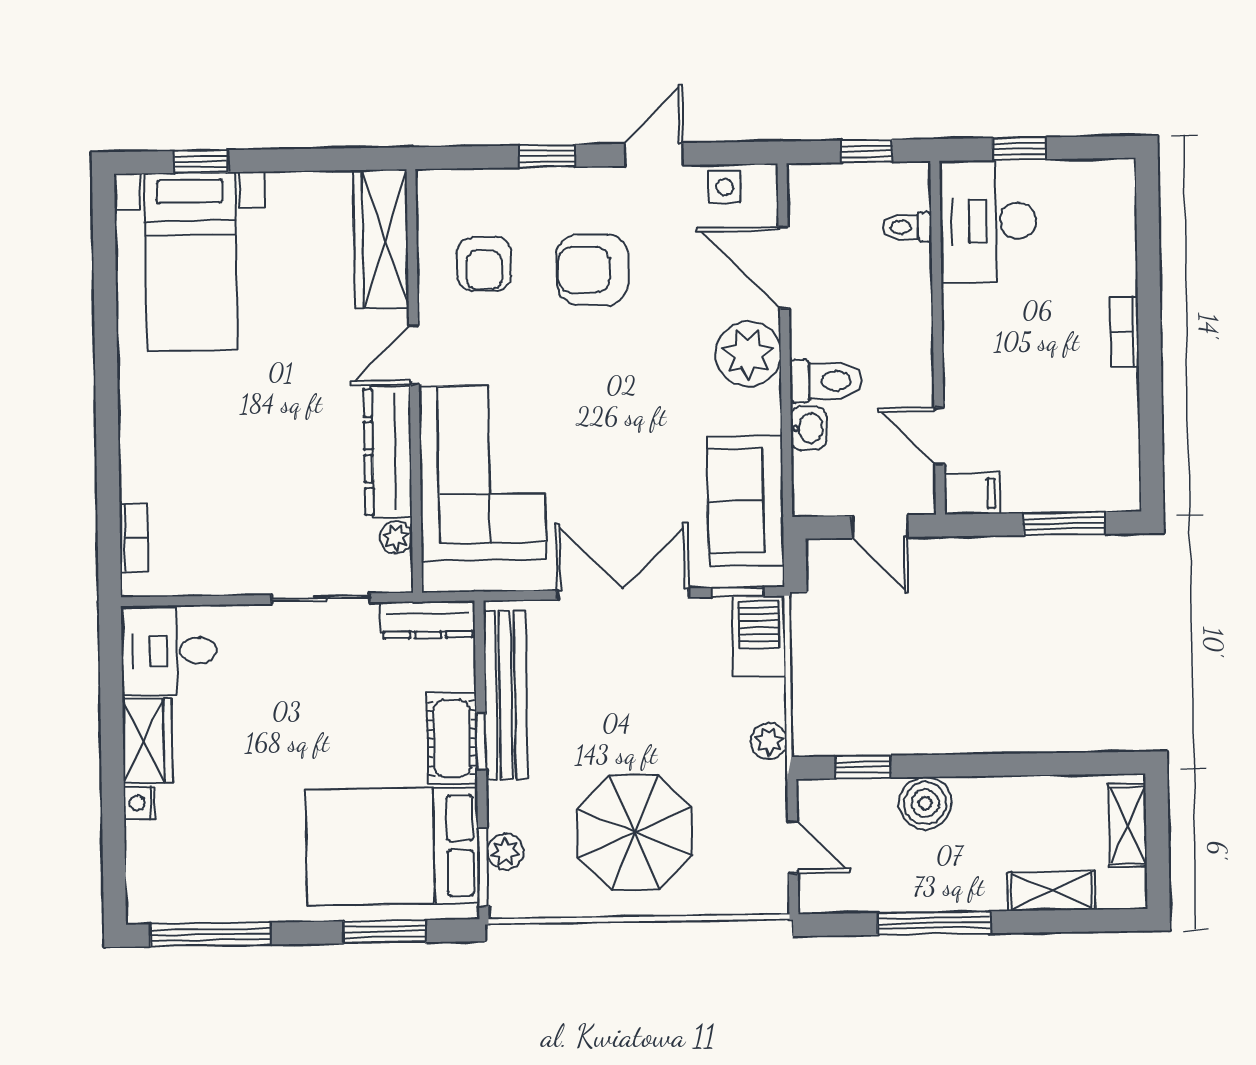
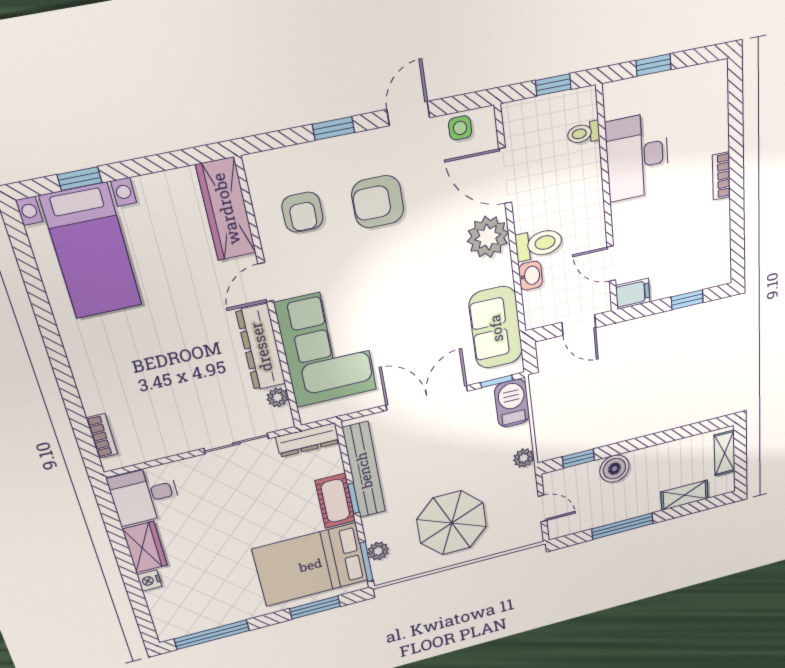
desk: (988, 221) -> (637, 157), moved
window: (1064, 524) -> (687, 300), width x0.67

